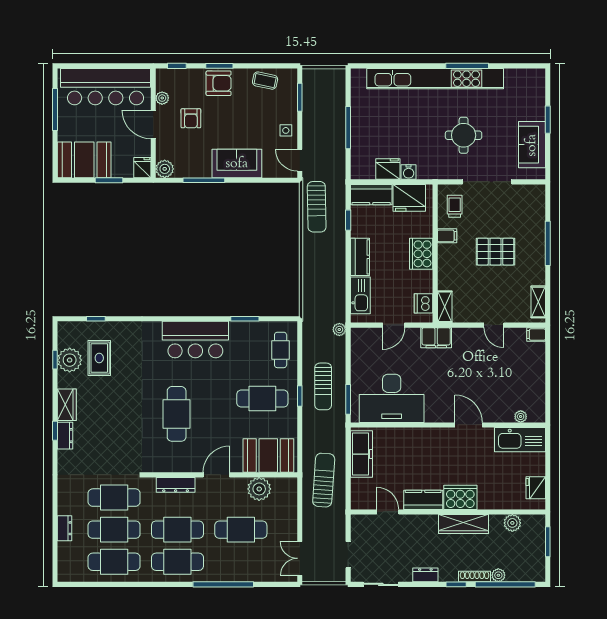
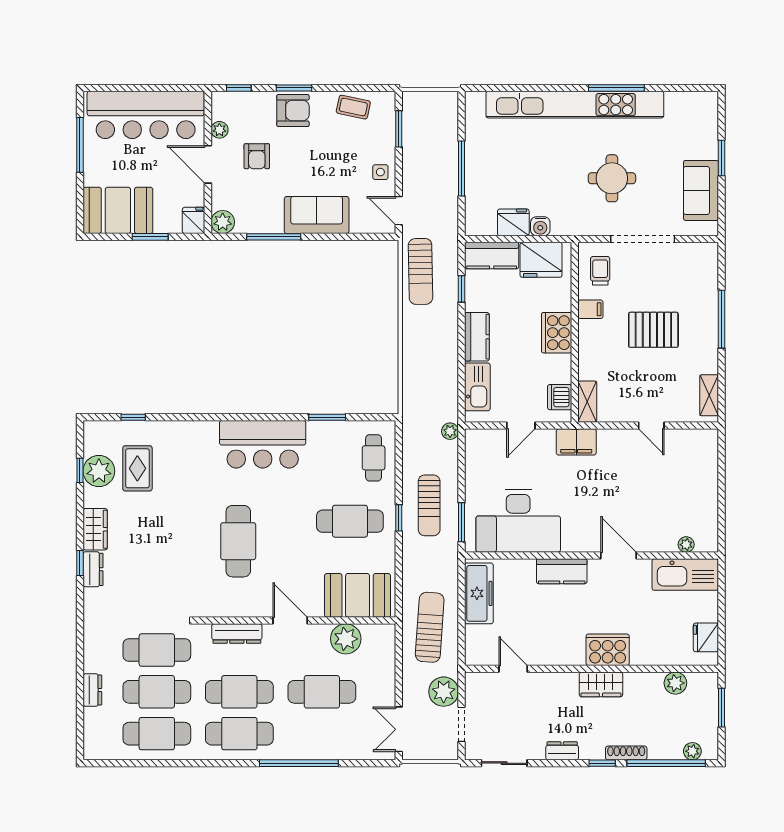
filing cabinet: (536, 335) -> (706, 438), removed
door: (216, 475) -> (290, 621), hinge flipped
kitchen counter: (423, 500) -> (562, 571), moved, turned 180
wardrobe: (463, 524) -> (601, 684), width x0.67
plant: (334, 529) -> (444, 692), added
plant: (498, 575) -> (692, 751), moved

